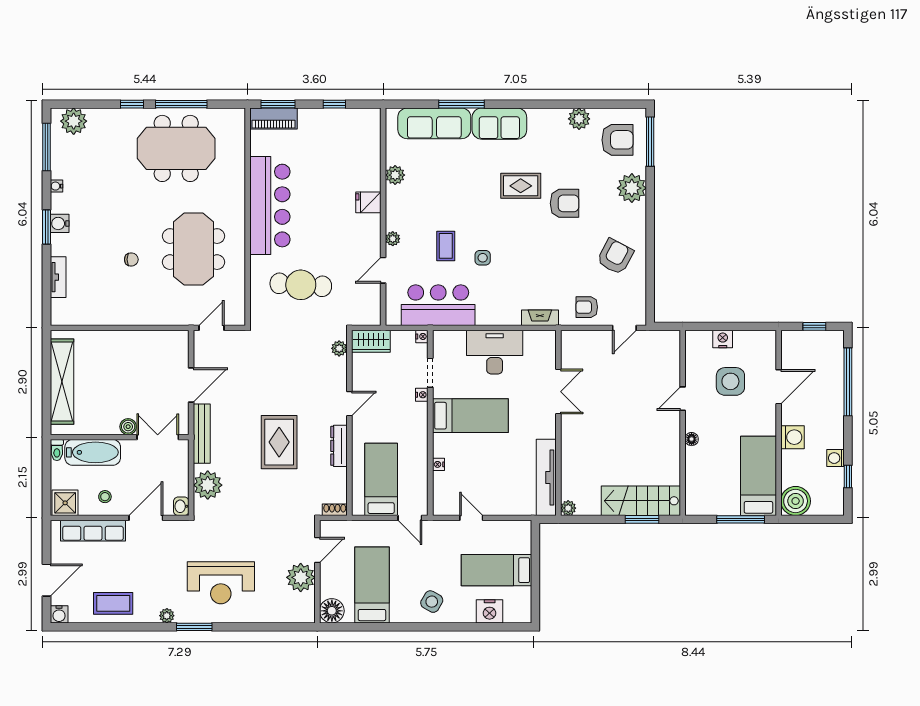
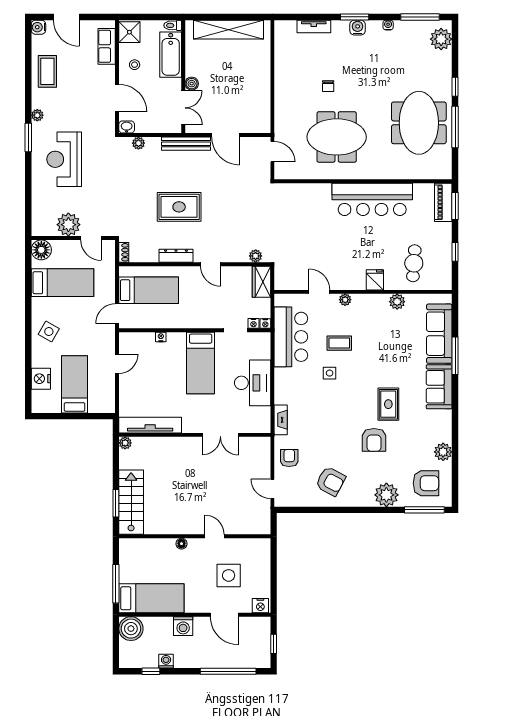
armchair: (617, 140) -> (426, 483), turned -90
cafe table: (301, 285) -> (414, 263), moved, width x0.73, depth x0.74
nightstand: (723, 339) -> (260, 606), moved, turned 90
nightstand: (422, 395) -> (253, 323), moved
plant: (208, 485) -> (138, 143), width x0.53, depth x0.53
row of seats: (93, 531) -> (107, 46), width x0.68

